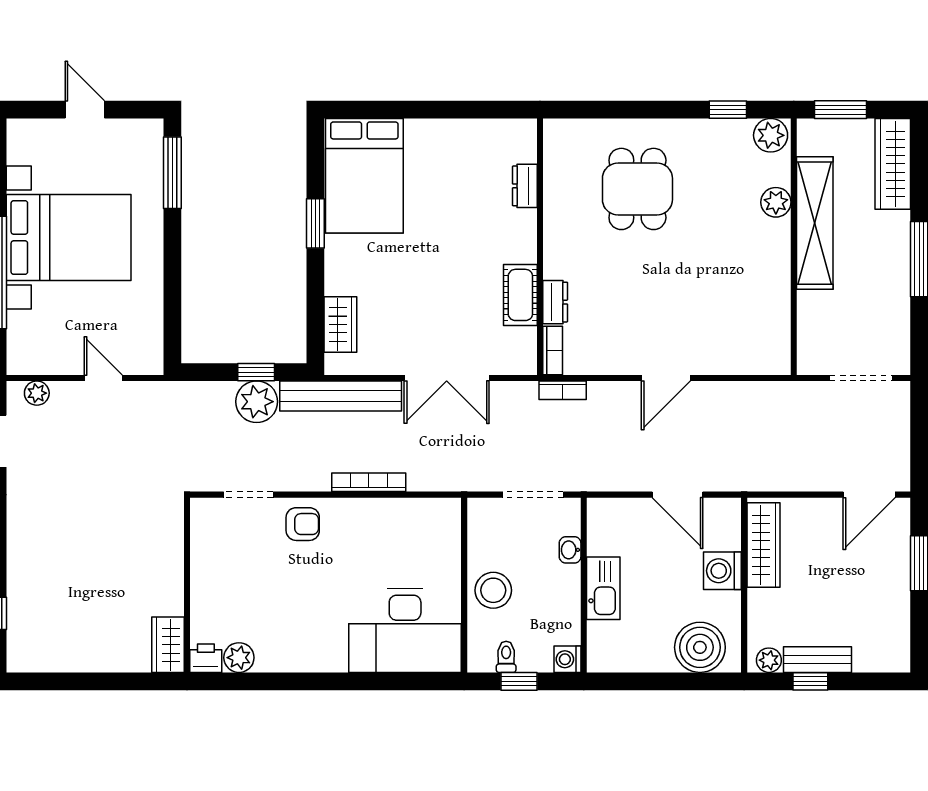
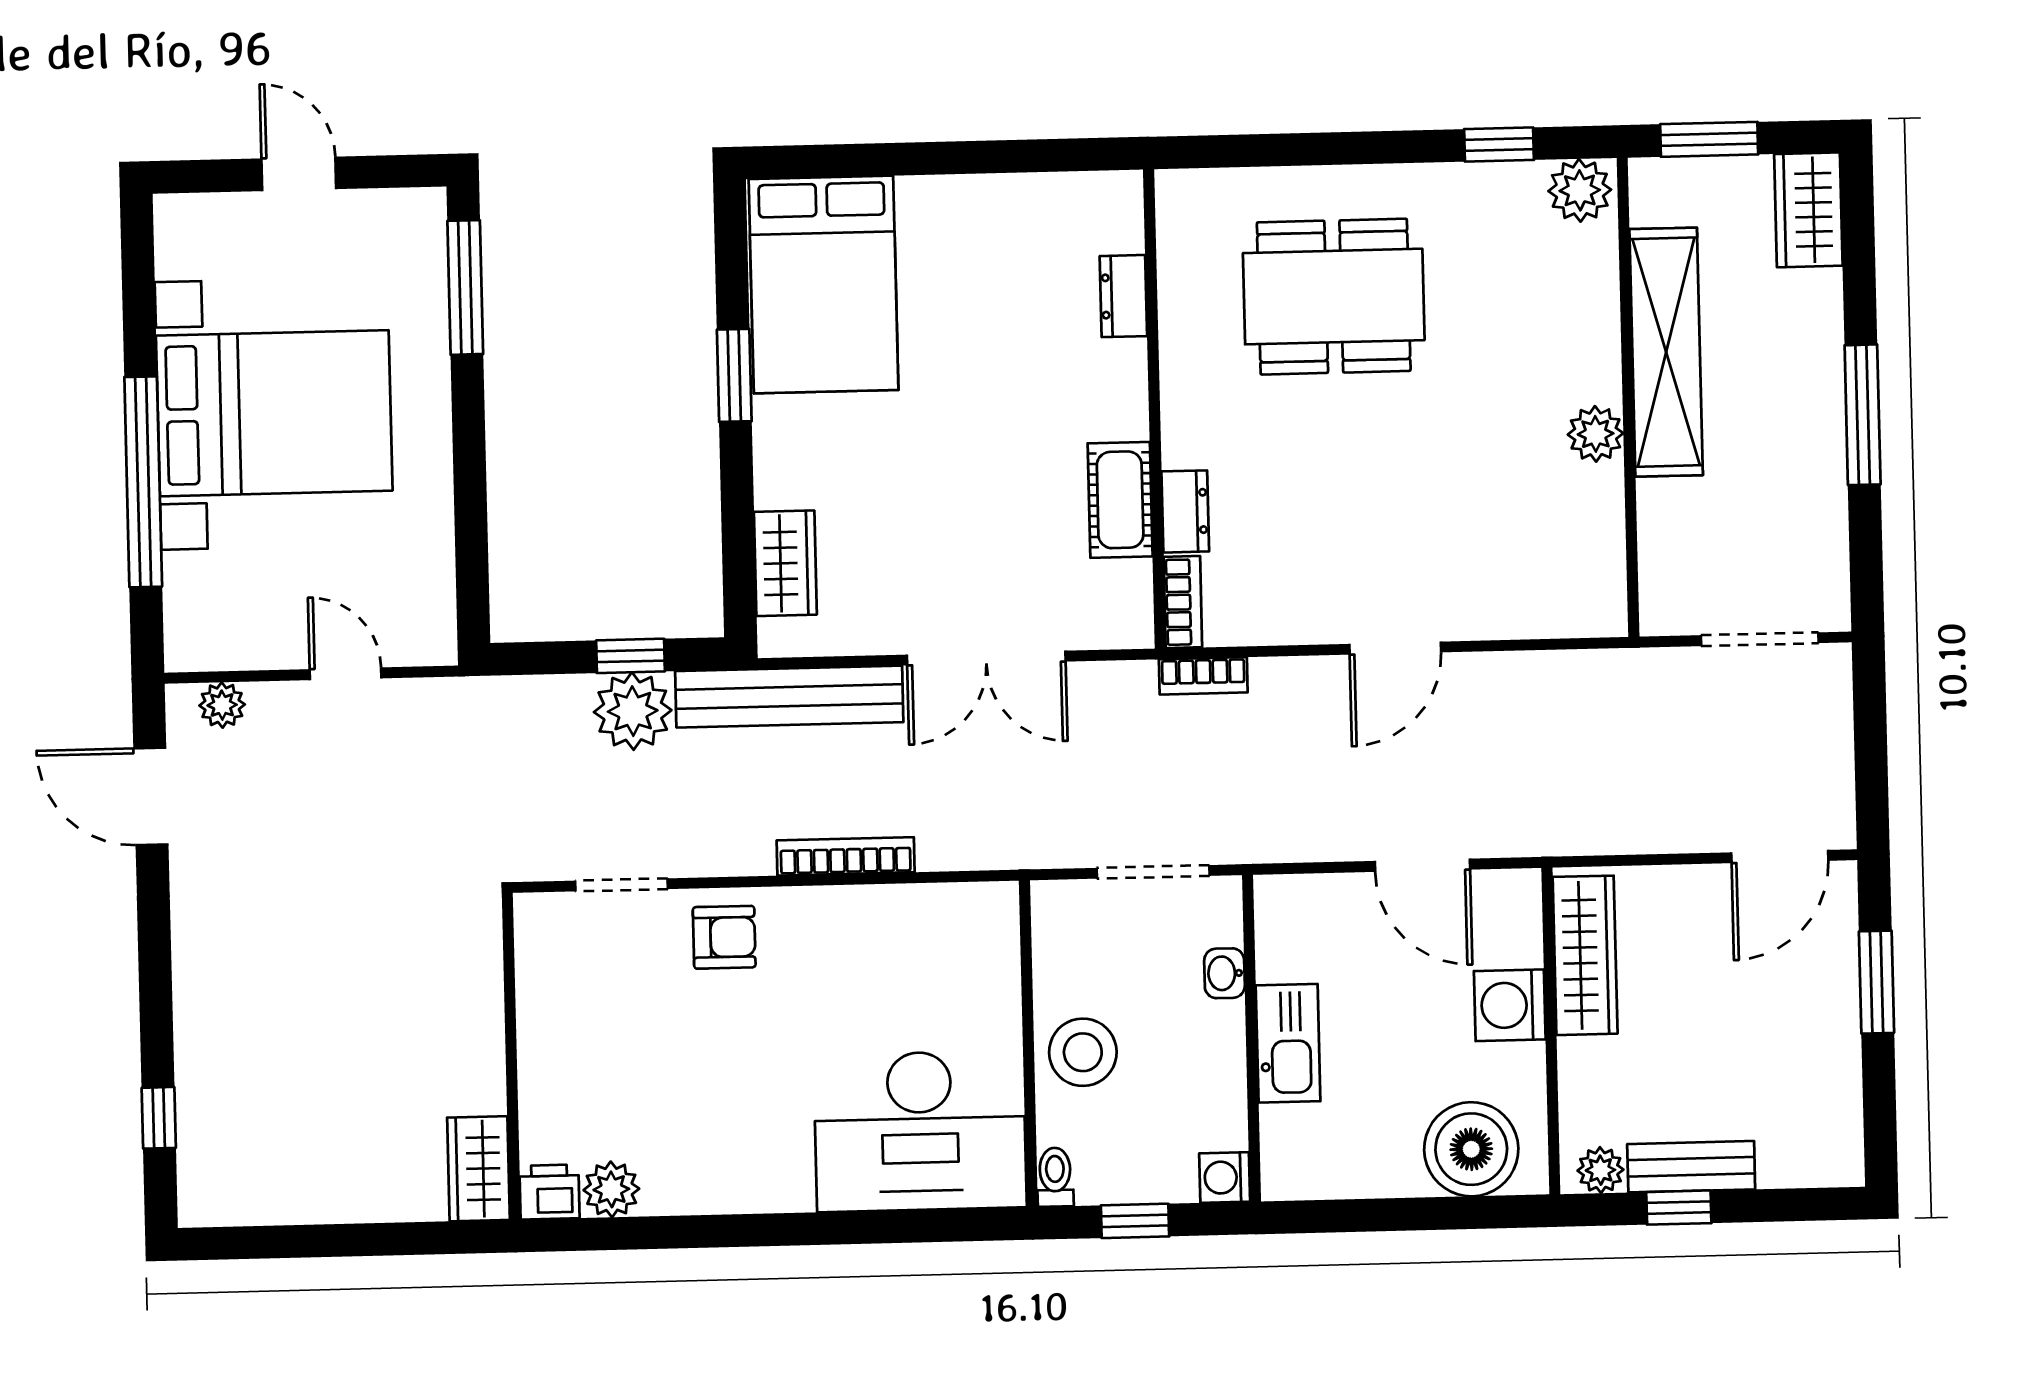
wardrobe: (893, 164) -> (1808, 210), width x0.67
dining table: (637, 189) -> (1334, 297), width x1.38
plant: (776, 202) -> (1596, 434), moved
toilet: (506, 657) -> (1055, 1177), moved

